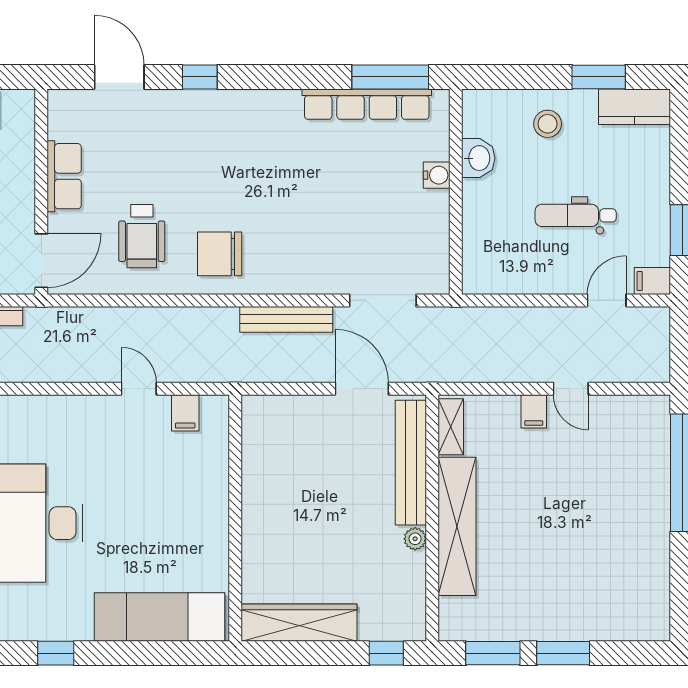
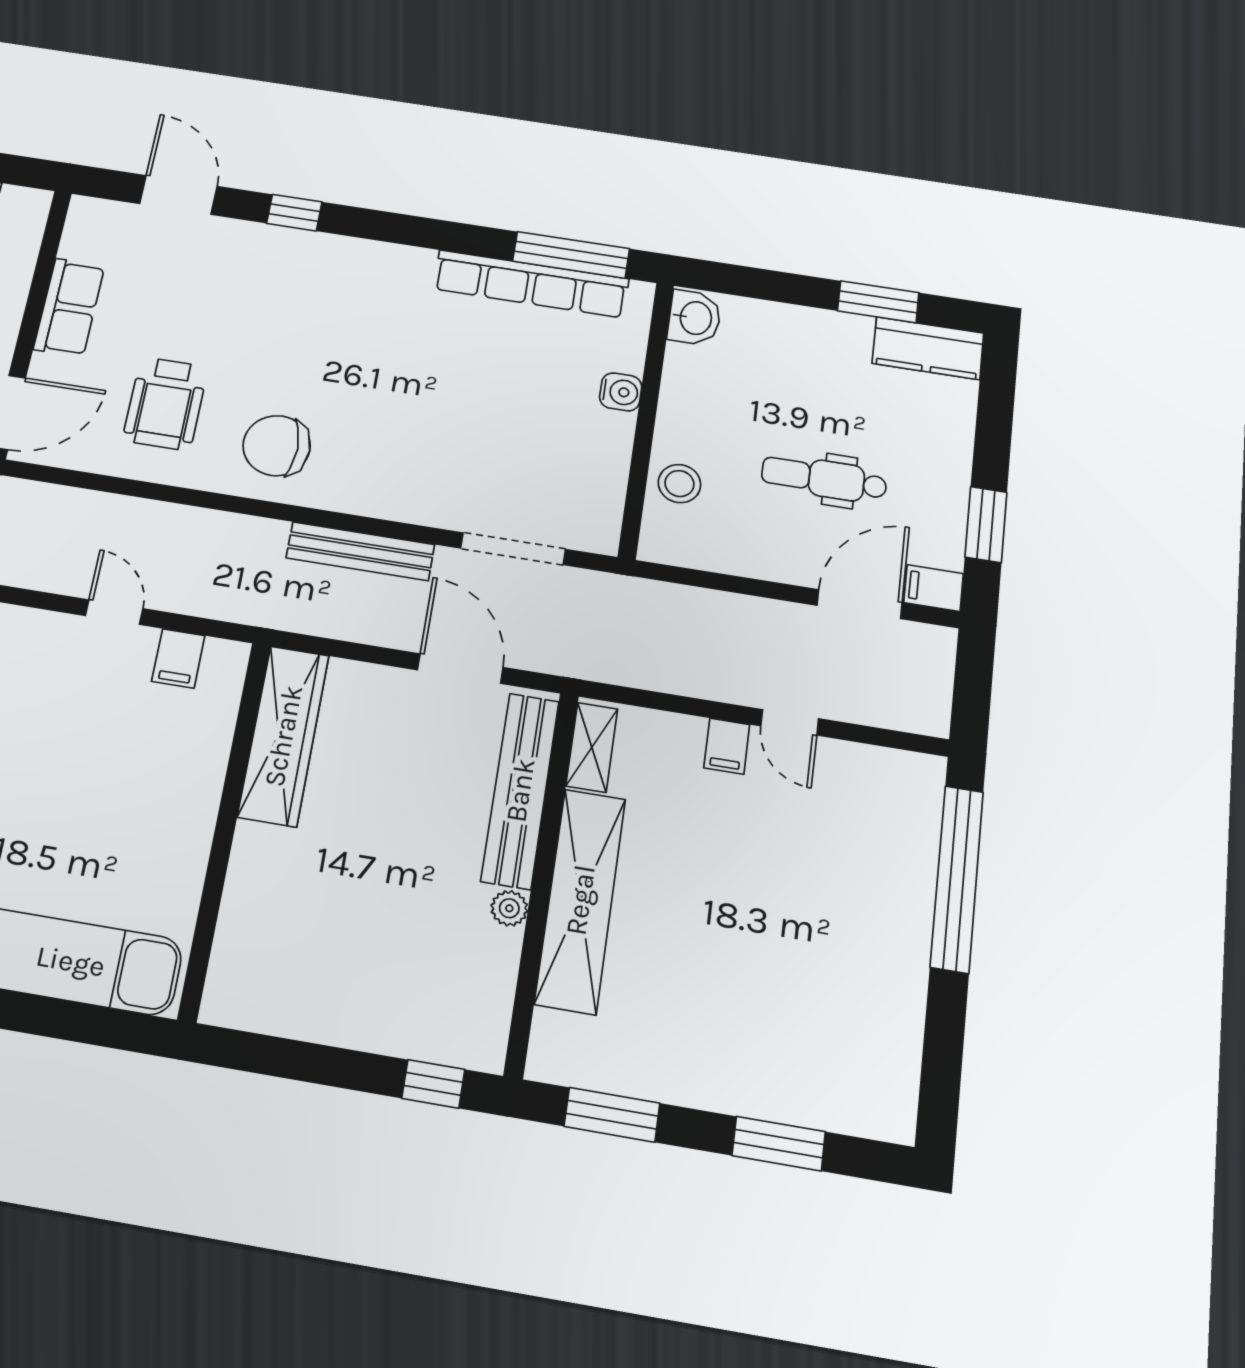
stool: (548, 124) -> (679, 484), moved
washbasin: (478, 158) -> (694, 318), moved
door: (607, 300) -> (860, 604), width x1.38
wardrobe: (299, 623) -> (283, 736), moved, turned 90
window: (563, 653) -> (779, 1144), moved

